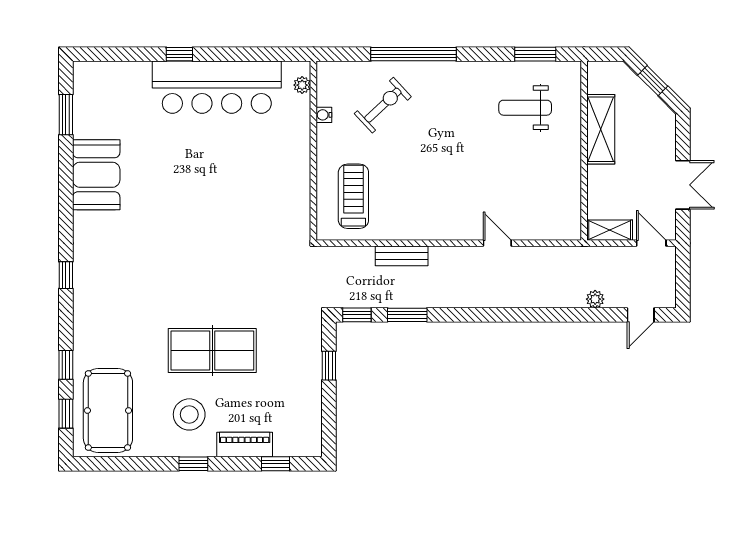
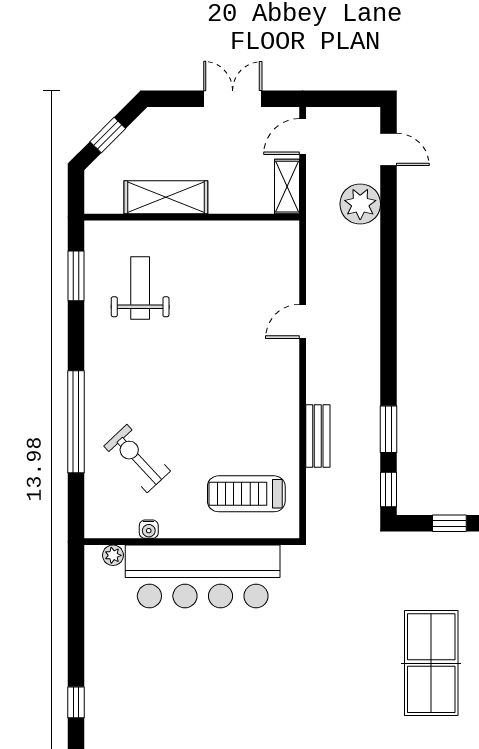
bar counter: (217, 87) -> (203, 576), moved, turned 90
weight bench: (525, 108) -> (140, 288), turned 180
plant: (595, 299) -> (360, 204), width x1.88, depth x1.88

